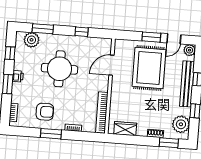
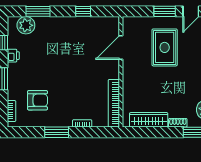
rug: (149, 68) -> (165, 47), width x0.73, depth x0.69
round table: (60, 69) -> (61, 56), removed
printer: (18, 76) -> (13, 56), moved
armchair: (45, 112) -> (38, 100), moved
wardrobe: (125, 129) -> (149, 120), width x1.50

